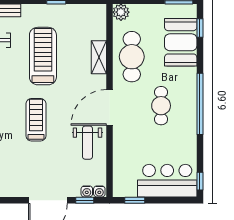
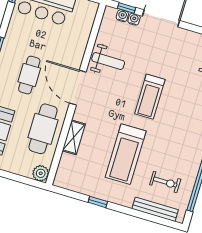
door: (110, 107) -> (78, 88), swing flipped
weight bench: (87, 143) -> (108, 61), turned 90
water cooler: (99, 191) -> (134, 19), moved

